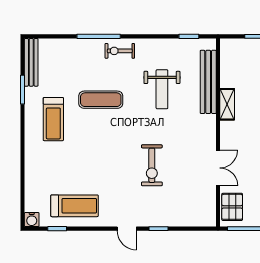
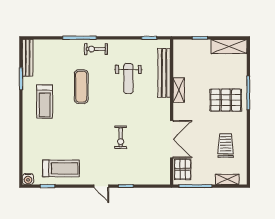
exercise mat: (101, 100) -> (81, 87), turned 90
exercise bike: (152, 165) -> (121, 137), width x0.73, depth x0.72
double door: (218, 168) -> (172, 139), width x1.37

